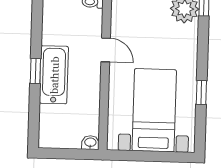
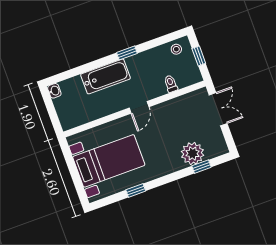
window: (35, 71) -> (127, 53), moved
washbasin: (90, 143) -> (54, 91), moved

